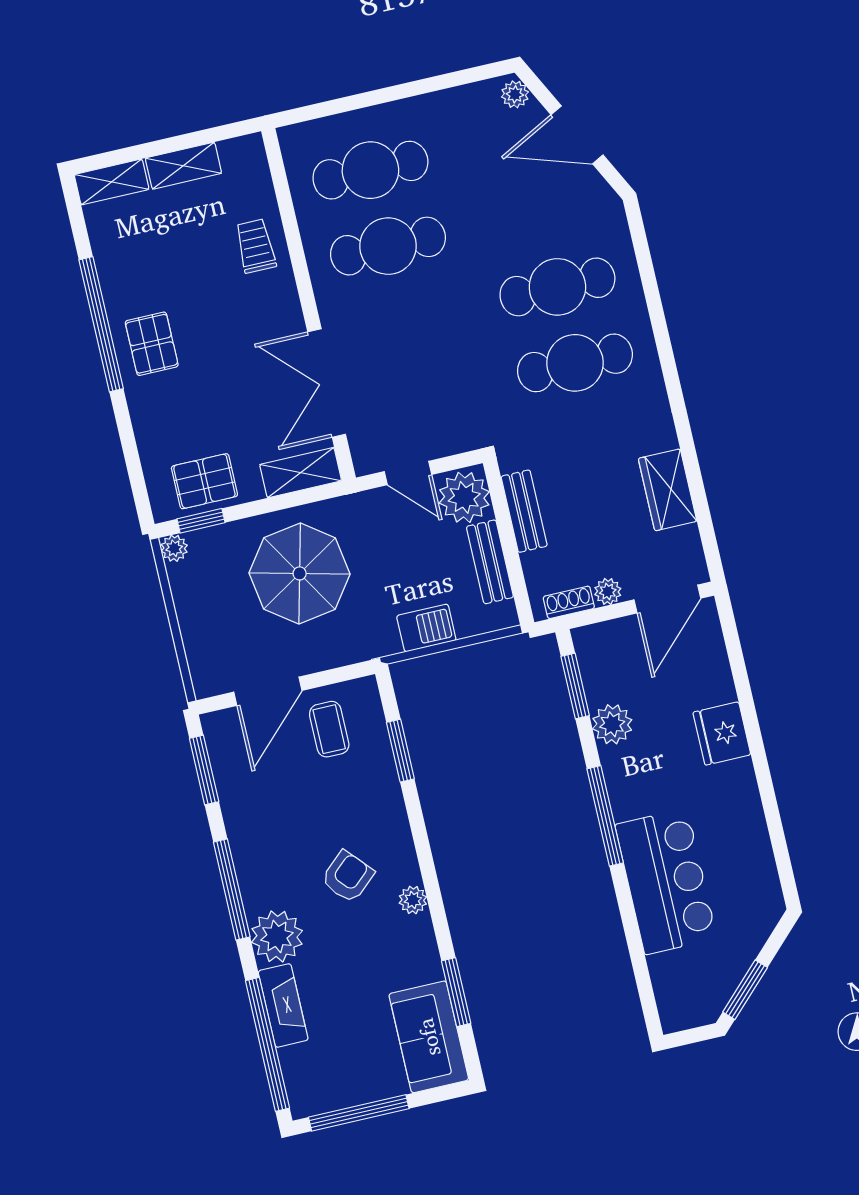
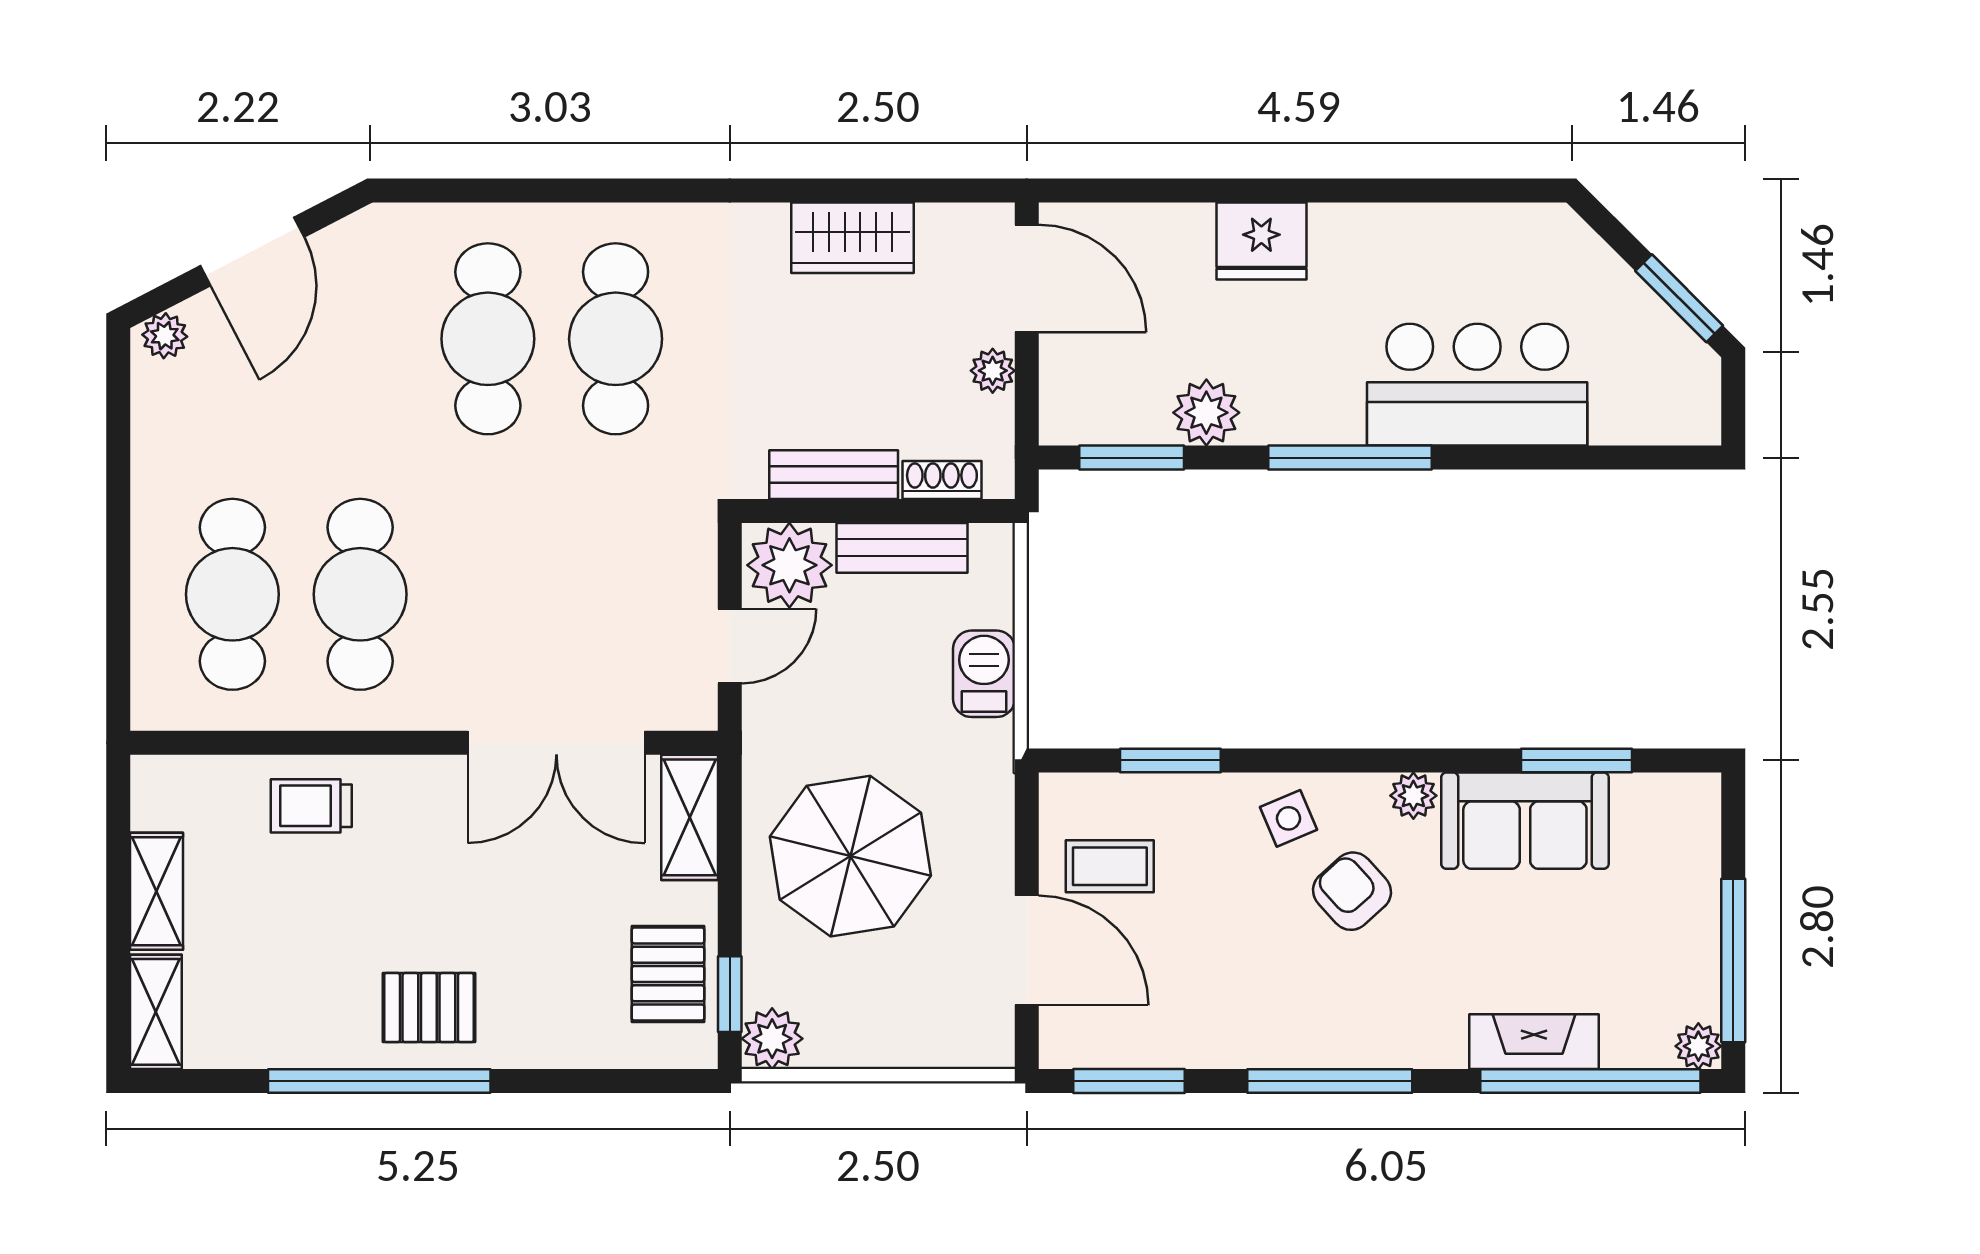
plant: (174, 548) -> (772, 1039), width x1.38, depth x1.38
shoe rack: (569, 602) -> (942, 480), moved, turned 90
side table: (382, 829) -> (1288, 818), added
plant: (277, 936) -> (1698, 1046), moved, width x0.53, depth x0.53
sofa: (429, 1037) -> (1525, 821), moved

